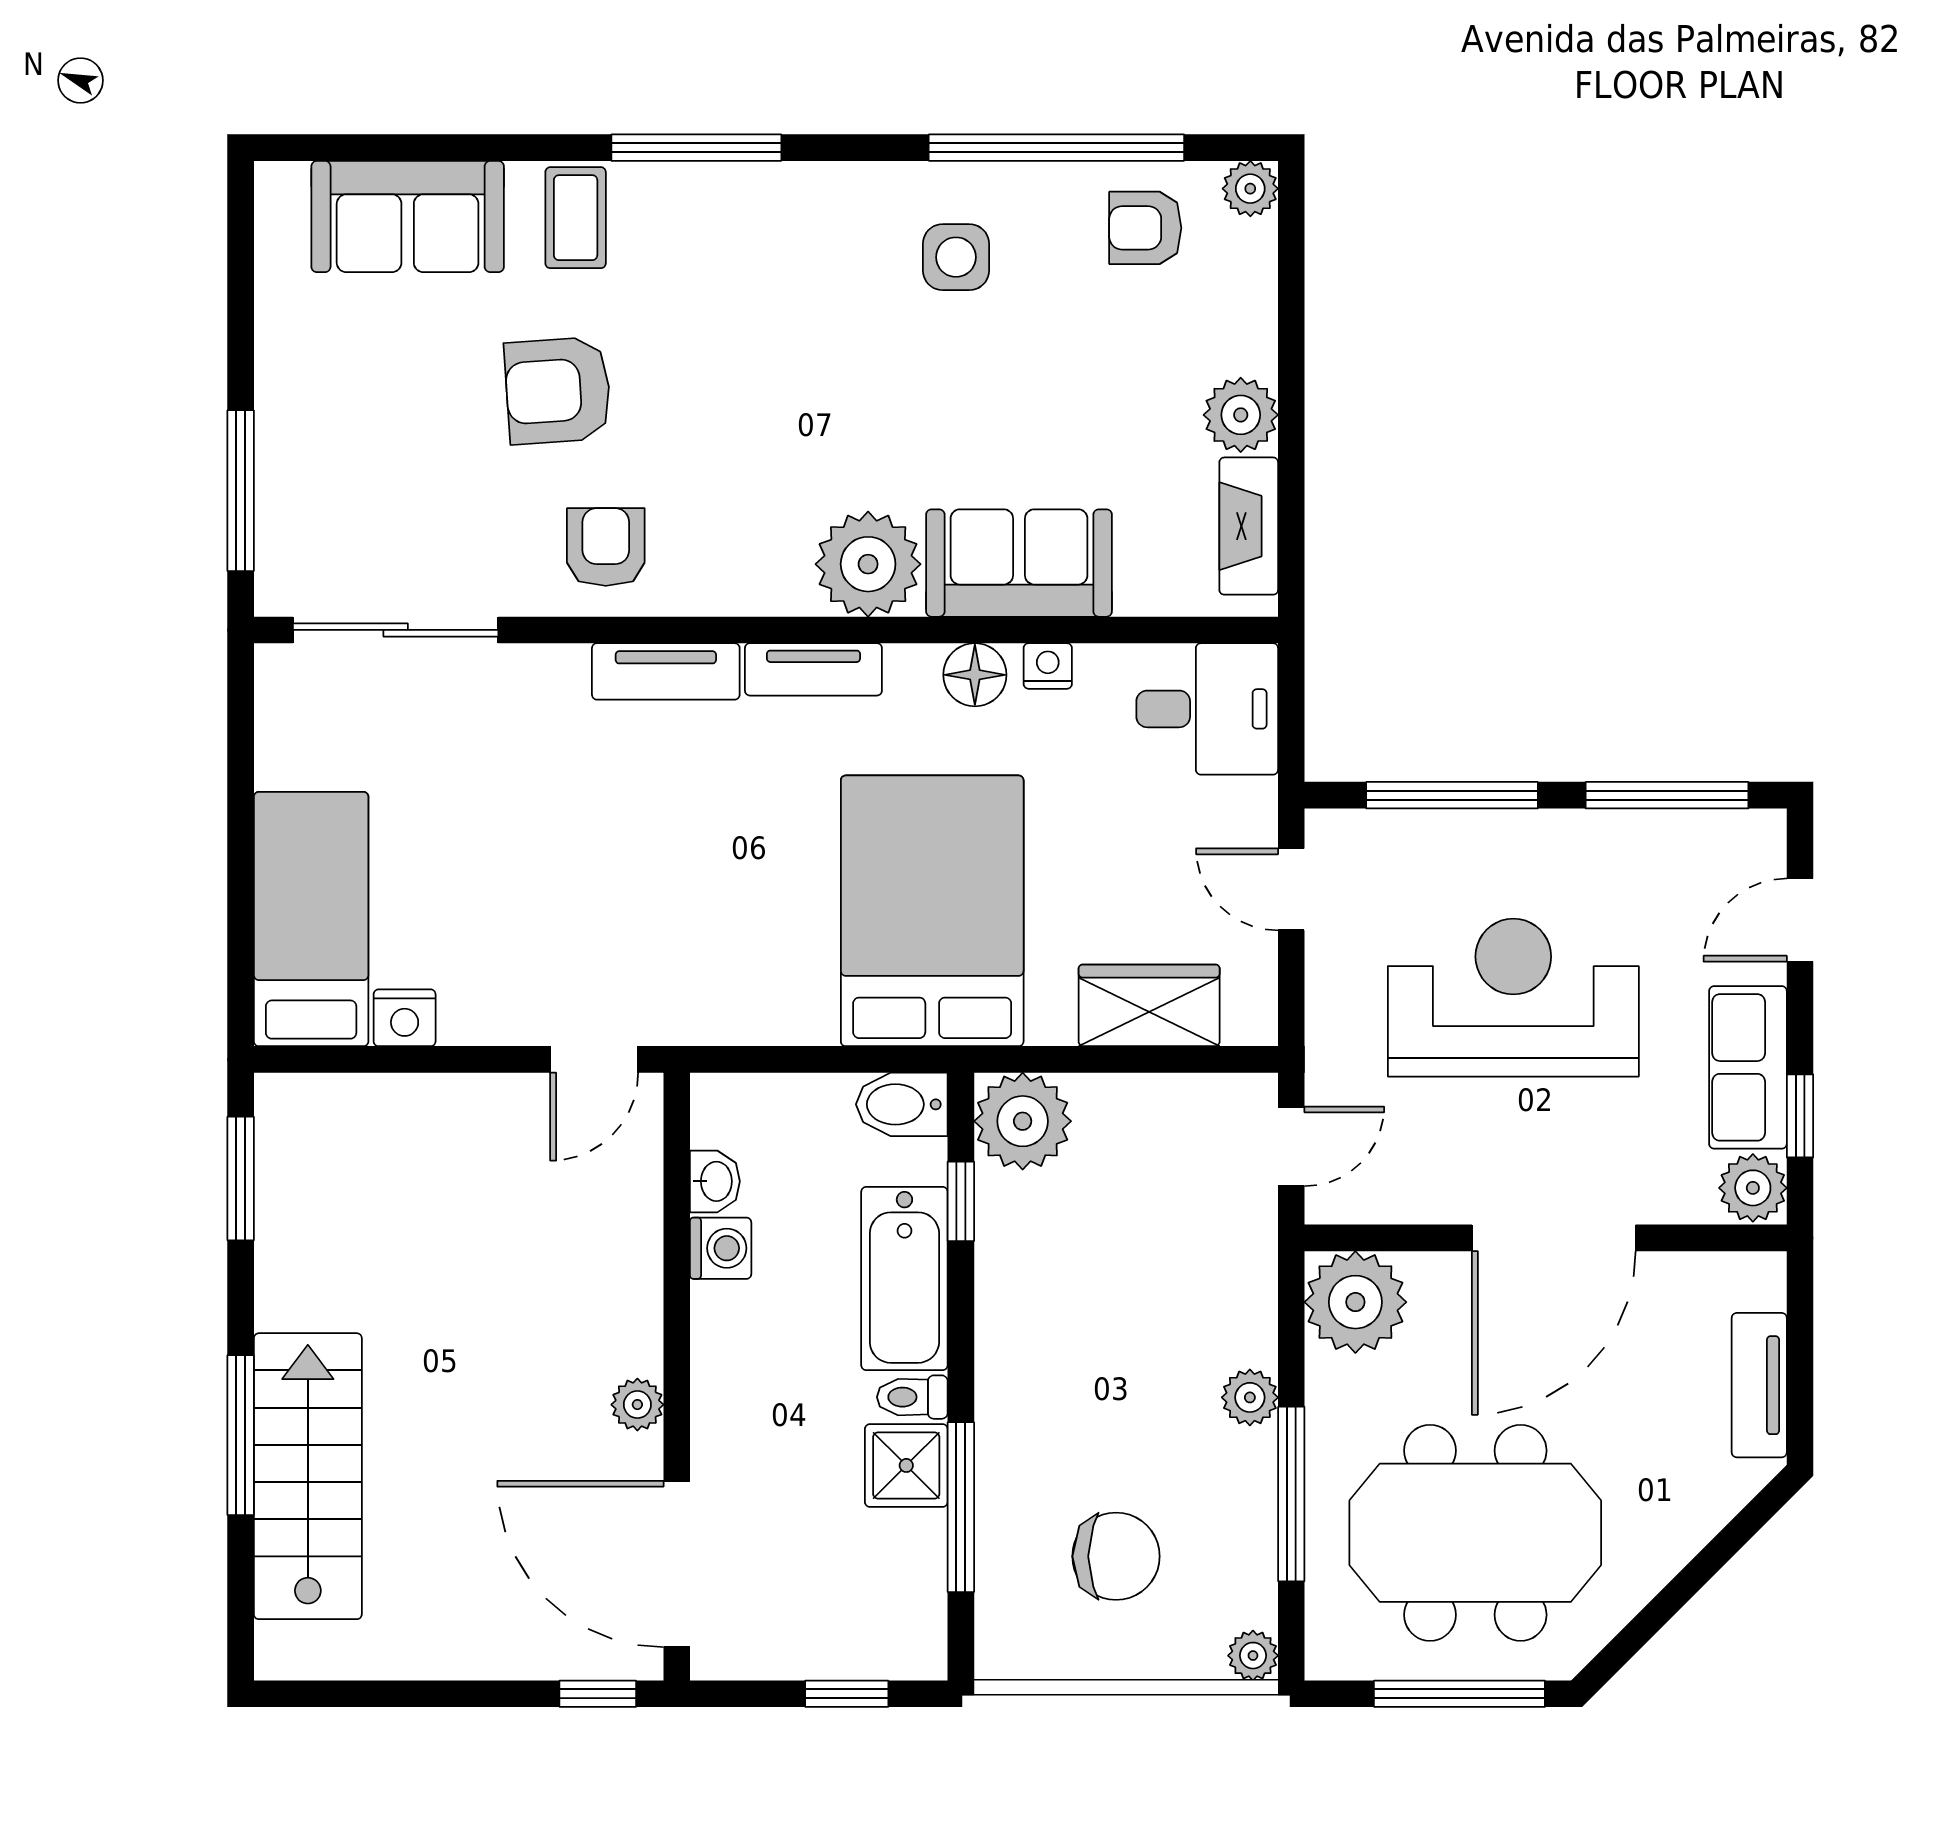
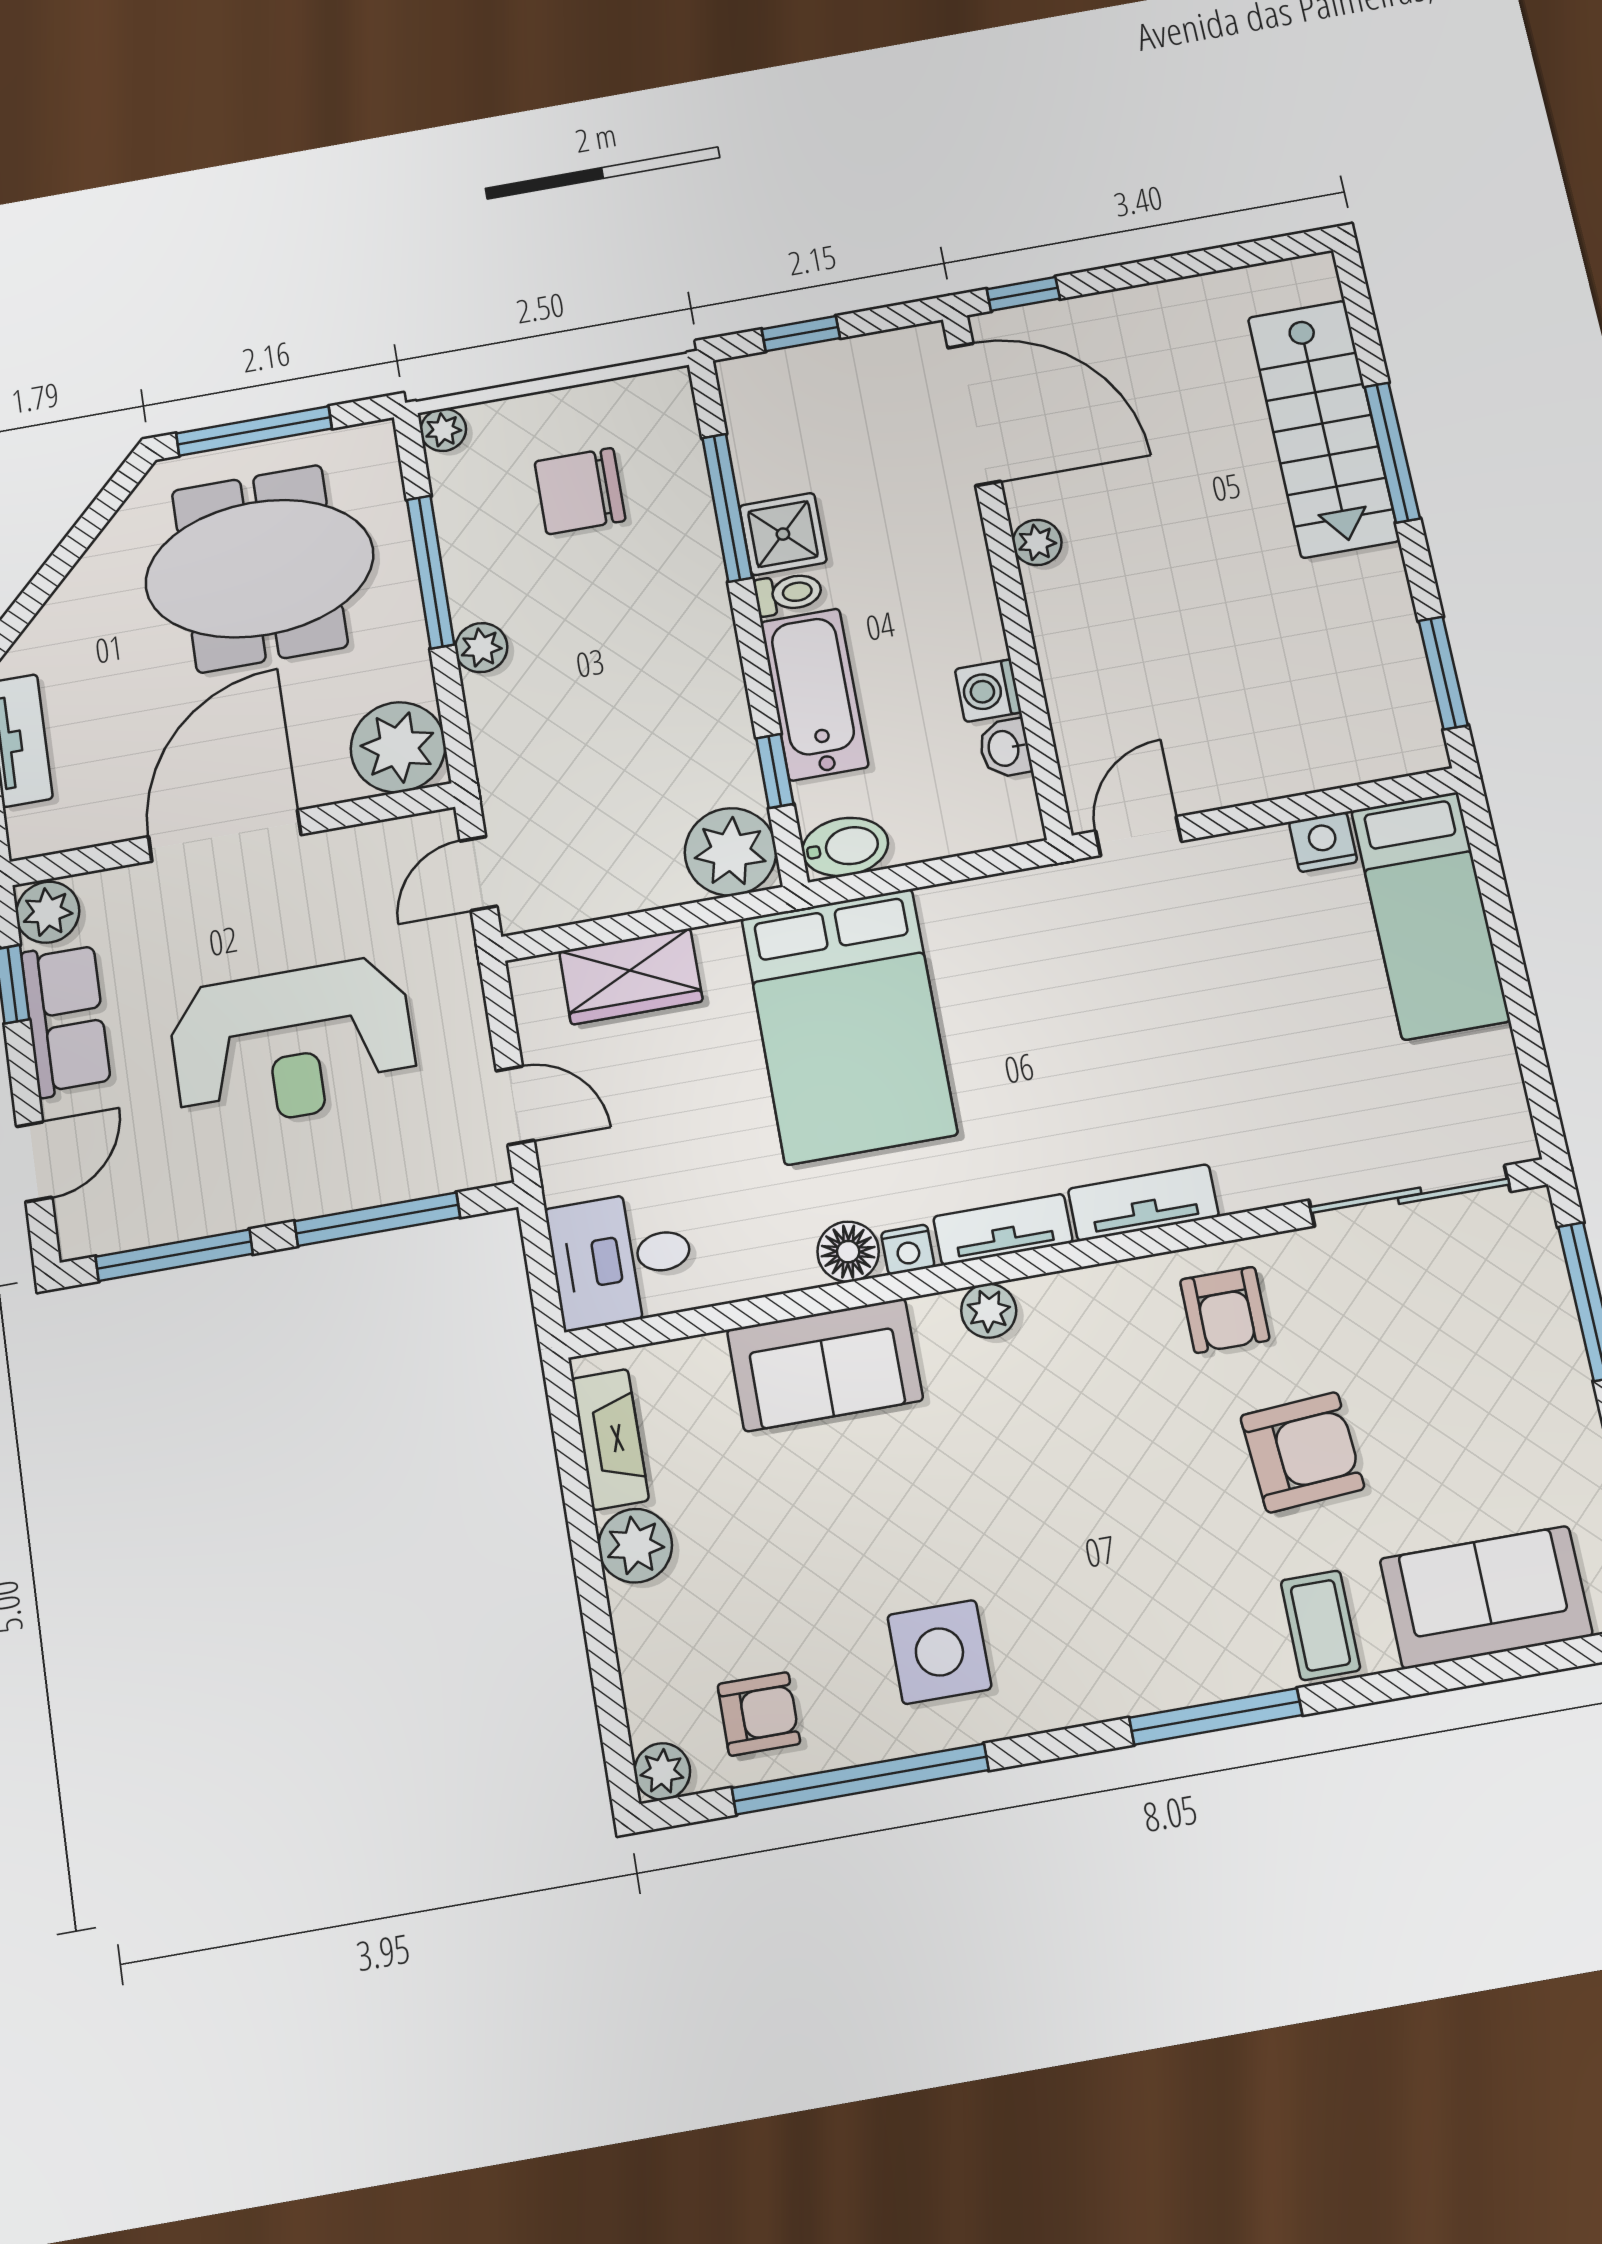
side table: (956, 257) -> (939, 1652), width x1.37, depth x1.37
plant: (868, 564) -> (989, 1311), width x0.53, depth x0.53
nightstand: (1048, 666) -> (908, 1250), moved

